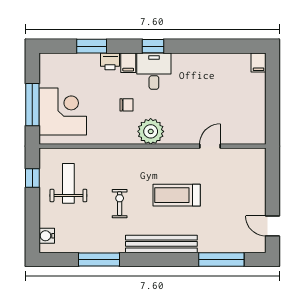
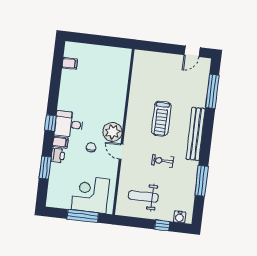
filing cabinet: (259, 62) -> (70, 63), moved
door: (210, 146) -> (121, 152), moved
window: (32, 178) -> (162, 225), moved

